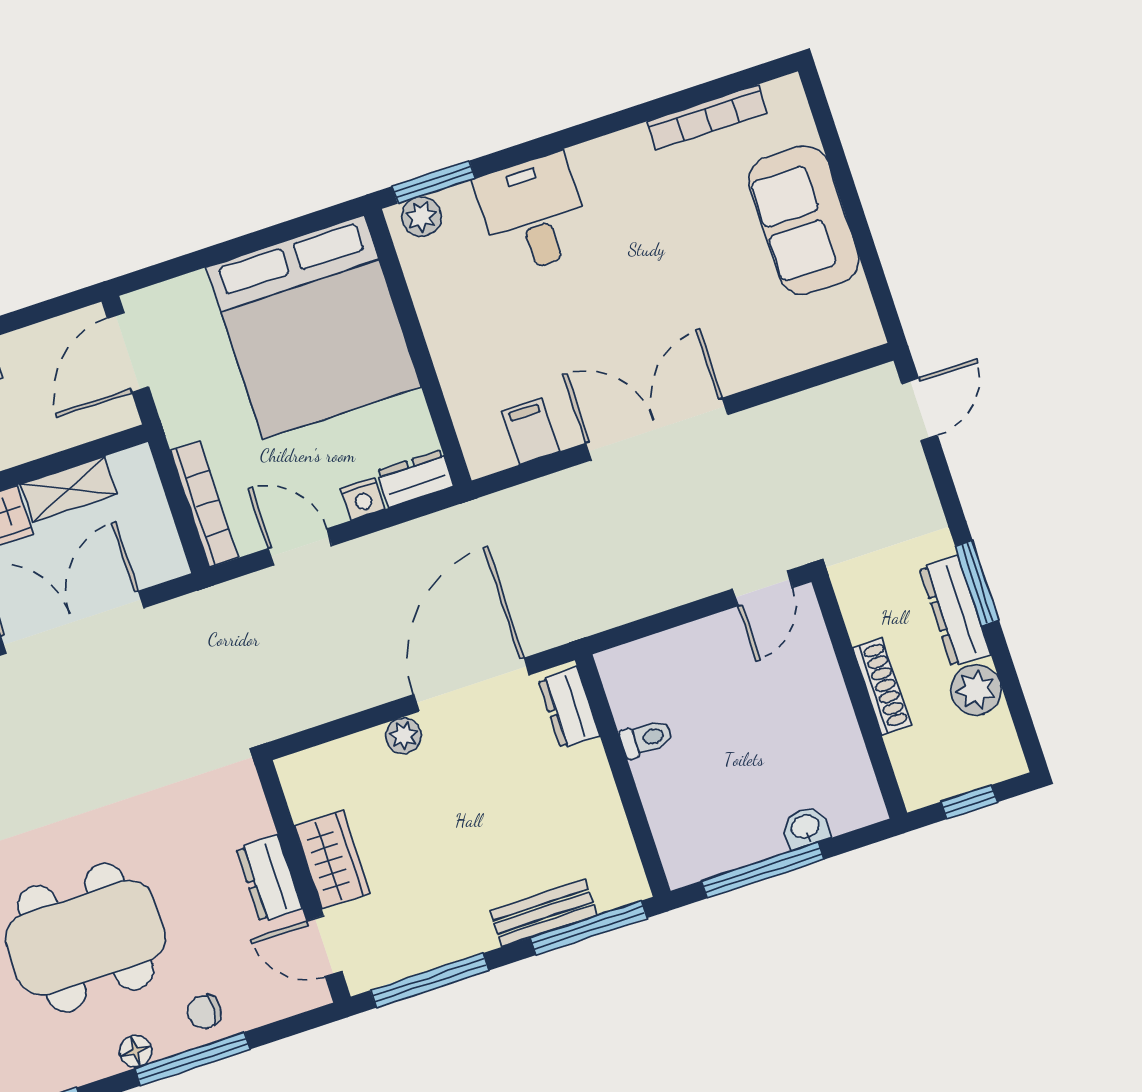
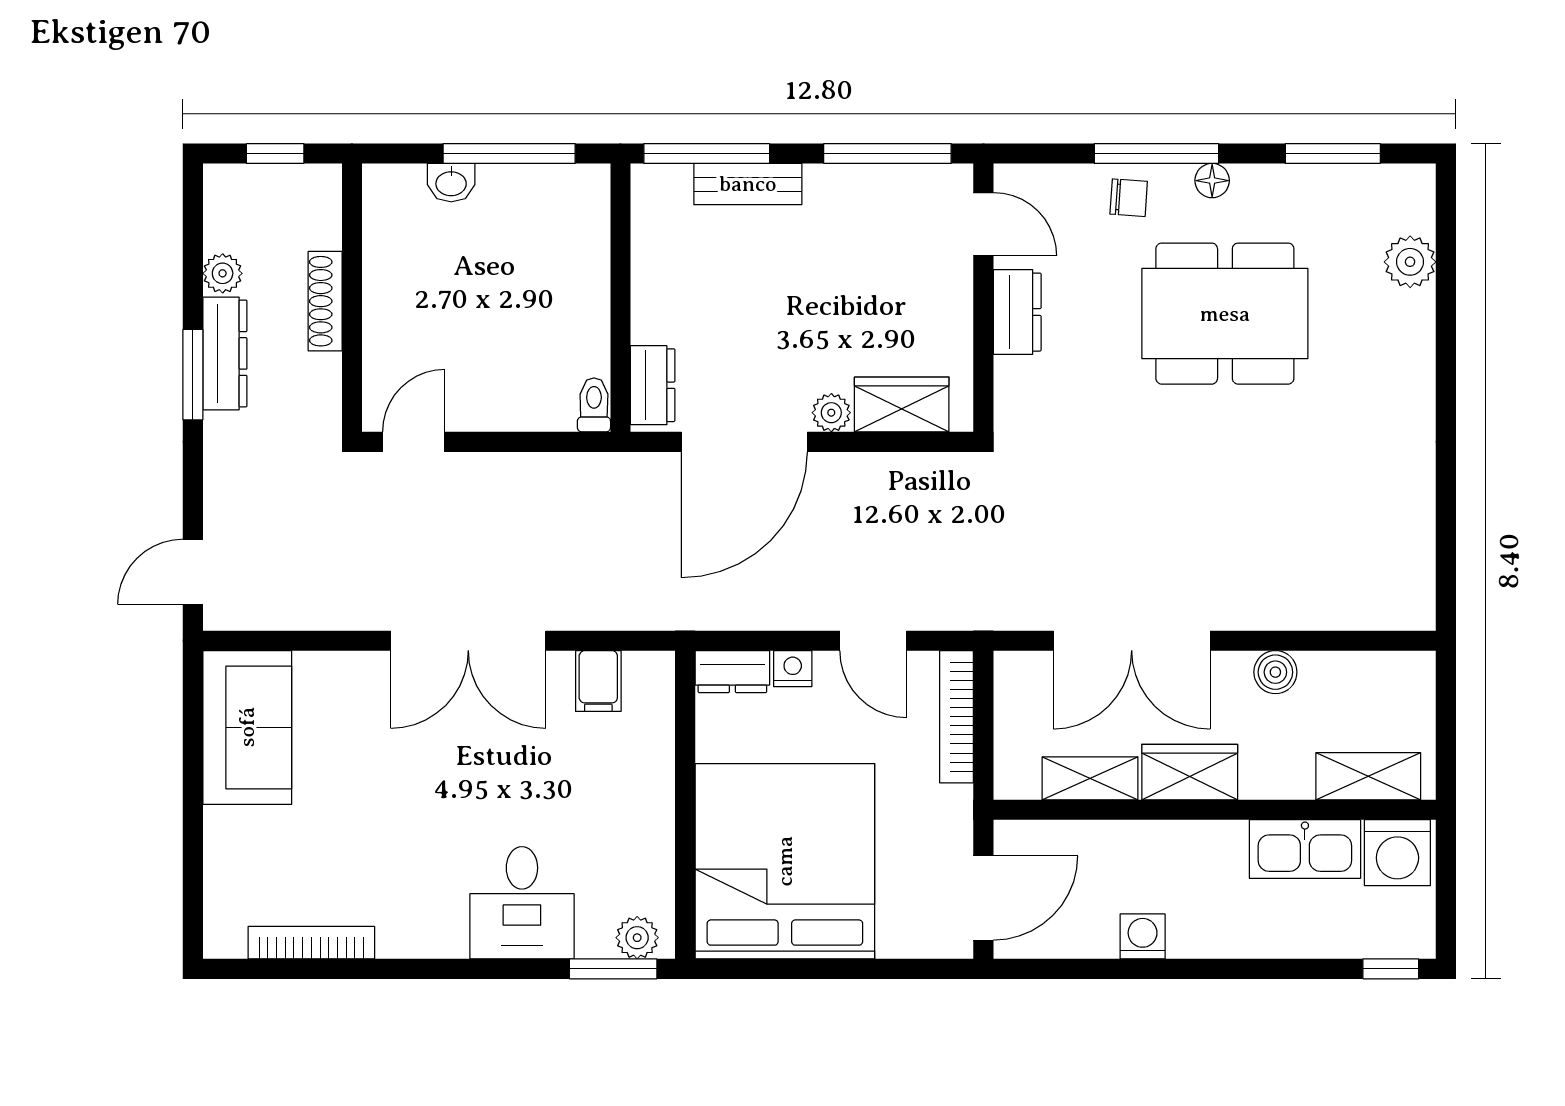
sofa: (804, 220) -> (247, 727), moved
plant: (976, 690) -> (223, 273), width x0.73, depth x0.73
toilet: (646, 738) -> (594, 405), moved, turned 90
wardrobe: (332, 860) -> (902, 404), moved, turned 90

